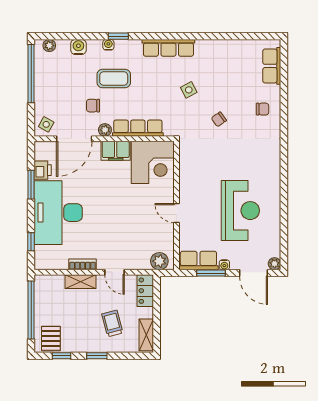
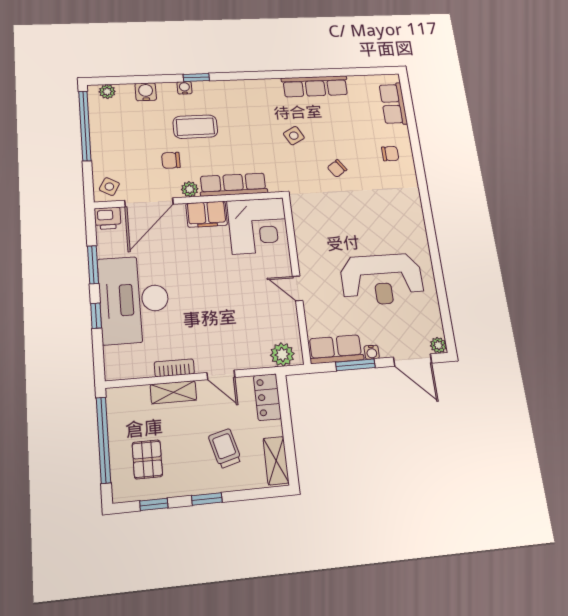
row of seats: (168, 48) -> (315, 86), moved
printer: (43, 170) -> (108, 218), moved, turned 90
reception desk: (240, 211) -> (382, 279), turned 90
window: (31, 242) -> (96, 316), moved
pallet: (51, 338) -> (147, 459), moved

